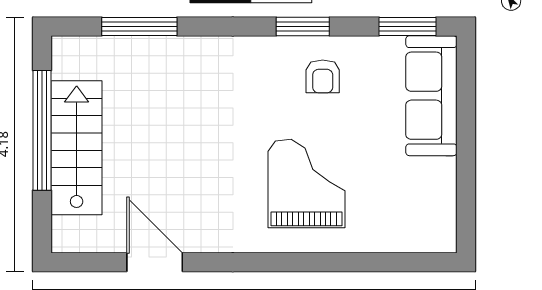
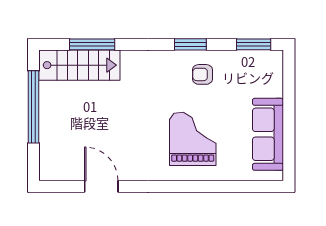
armchair: (323, 76) -> (202, 74), turned 90
sofa: (431, 96) -> (268, 134), moved
stairs: (77, 148) -> (79, 65), moved, turned 90

